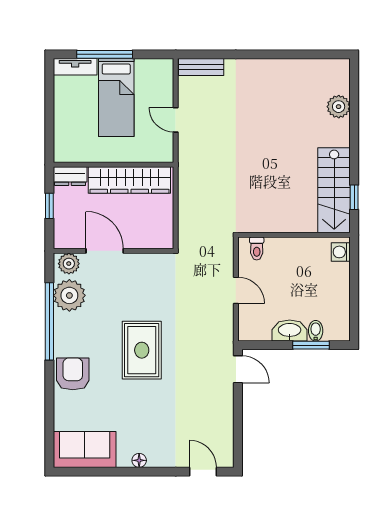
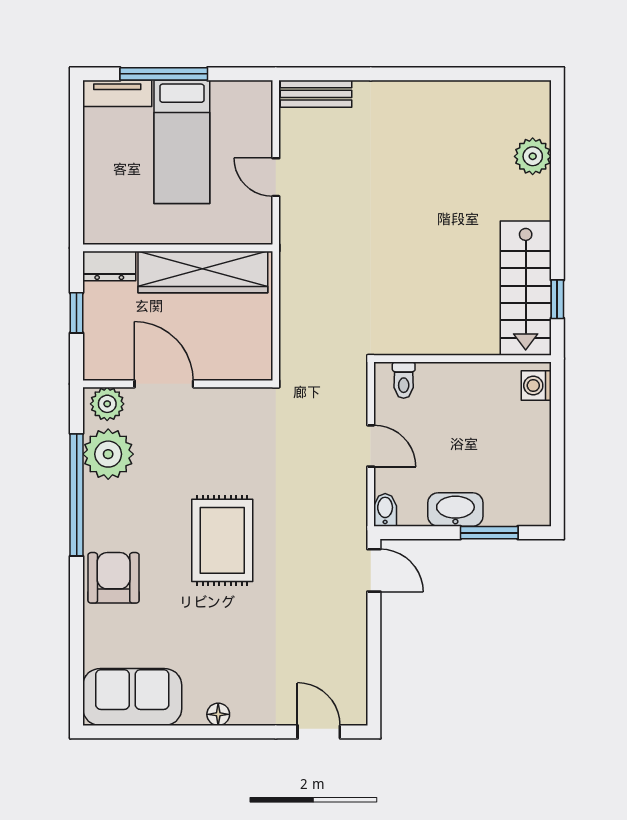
bidet: (316, 331) -> (385, 510), moved

